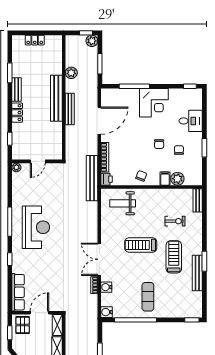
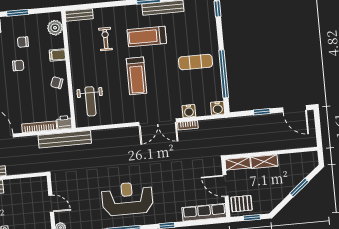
plant: (177, 179) -> (55, 28), moved

